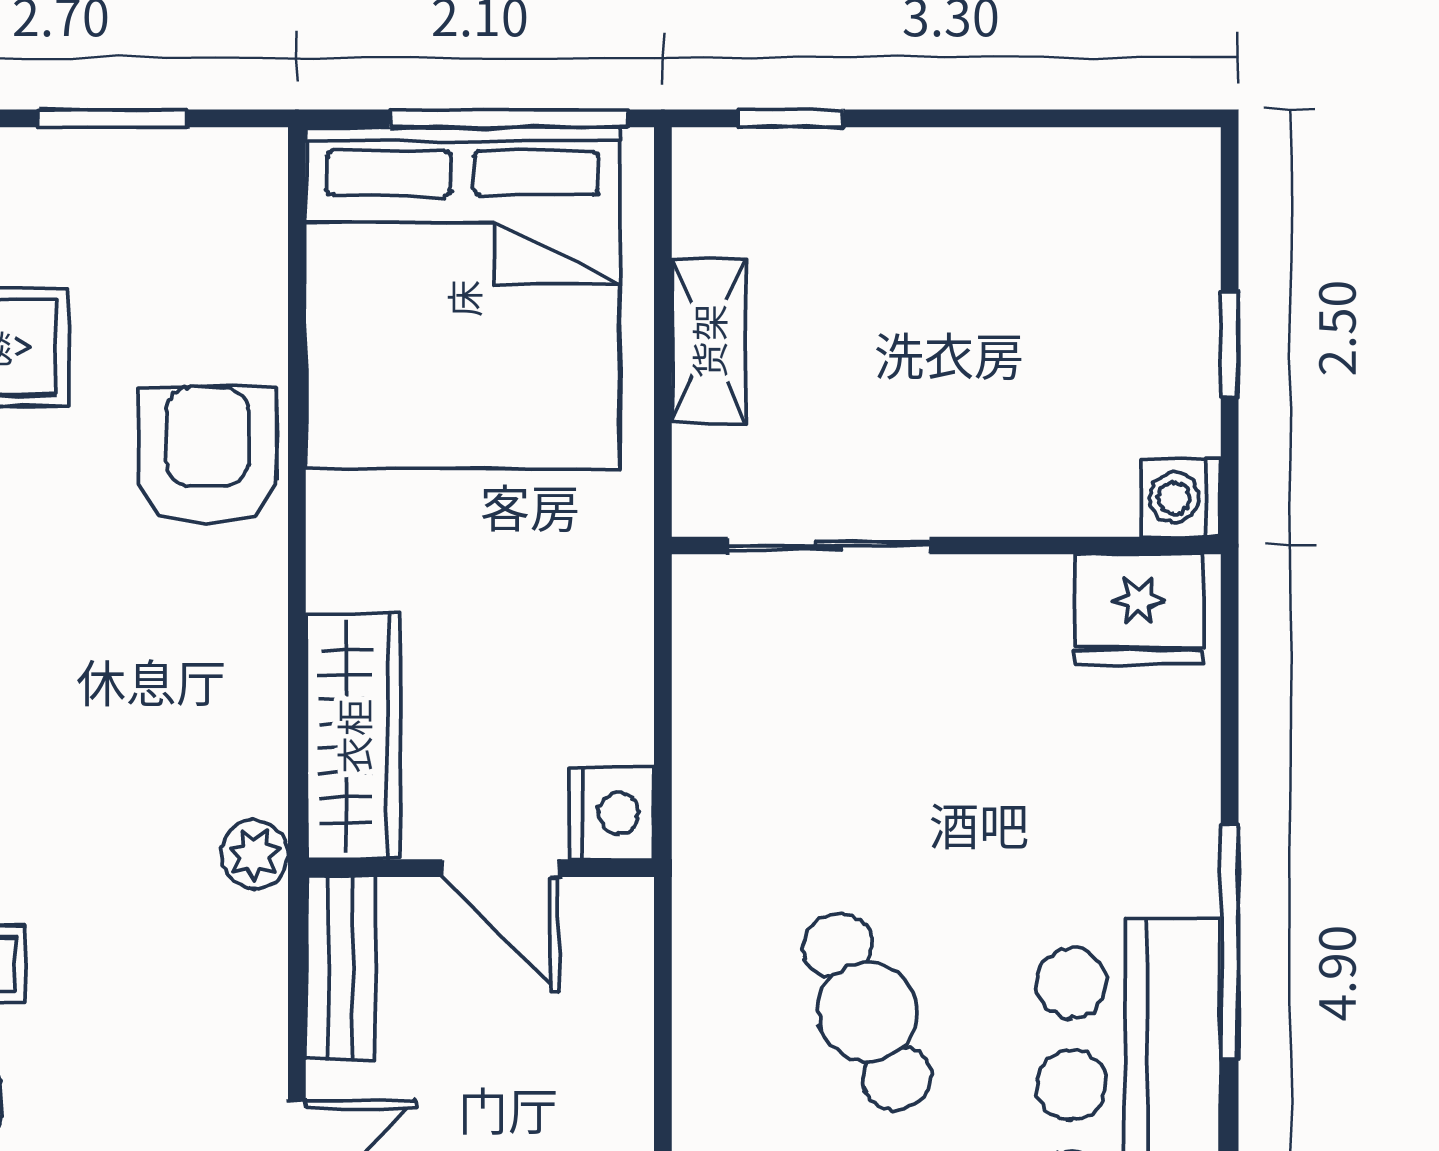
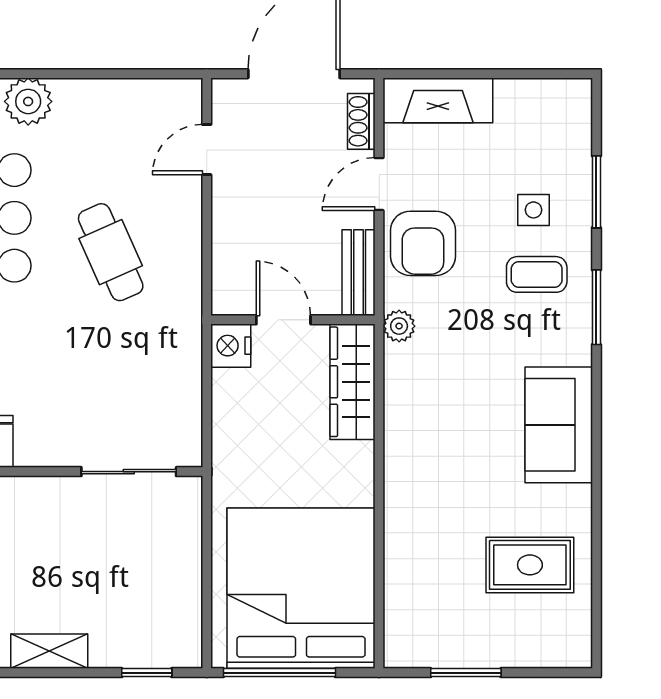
shelving: (708, 341) -> (49, 651), moved, turned 90
armchair: (207, 456) -> (423, 243), moved

